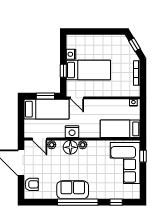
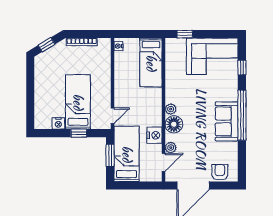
nightstand: (72, 132) -> (155, 135), moved
corner sofa: (125, 163) -> (212, 56), moved

